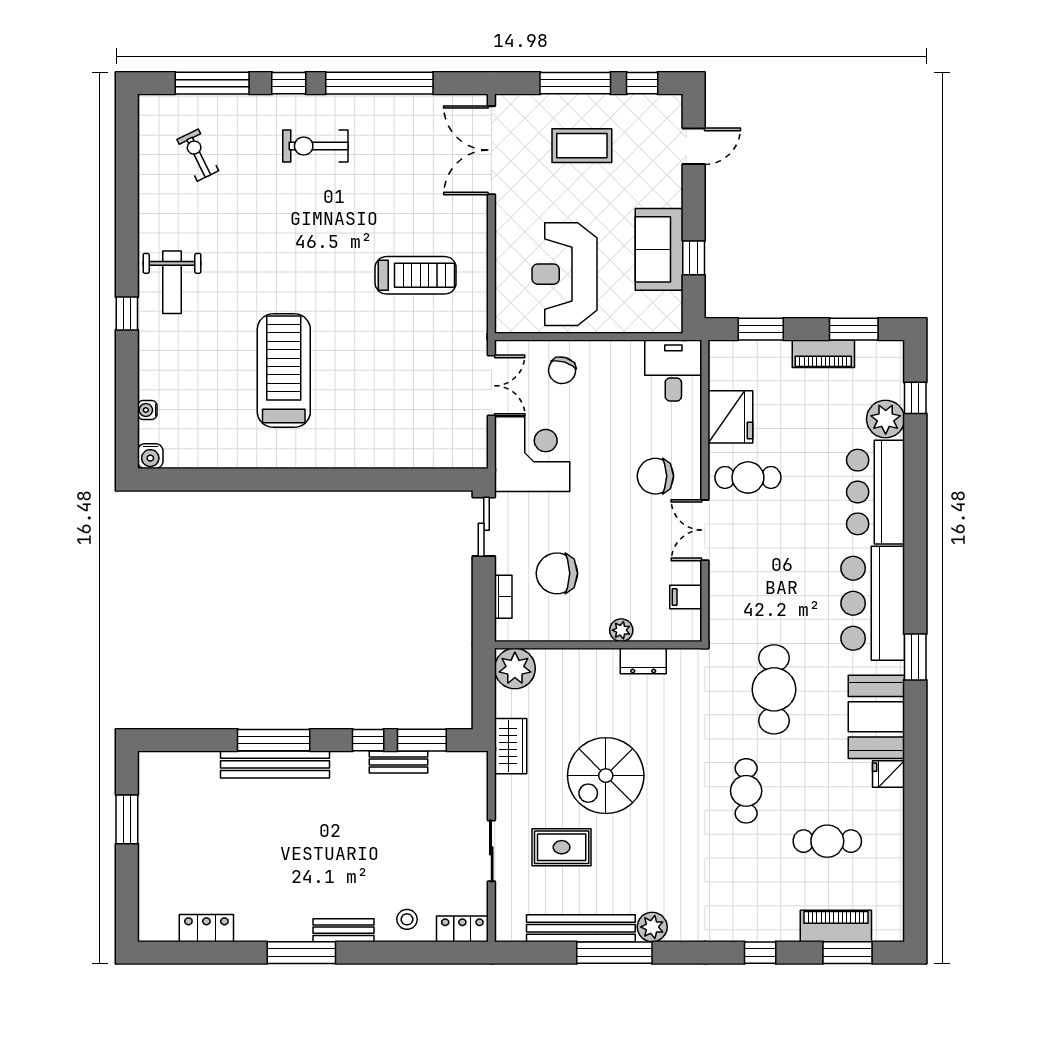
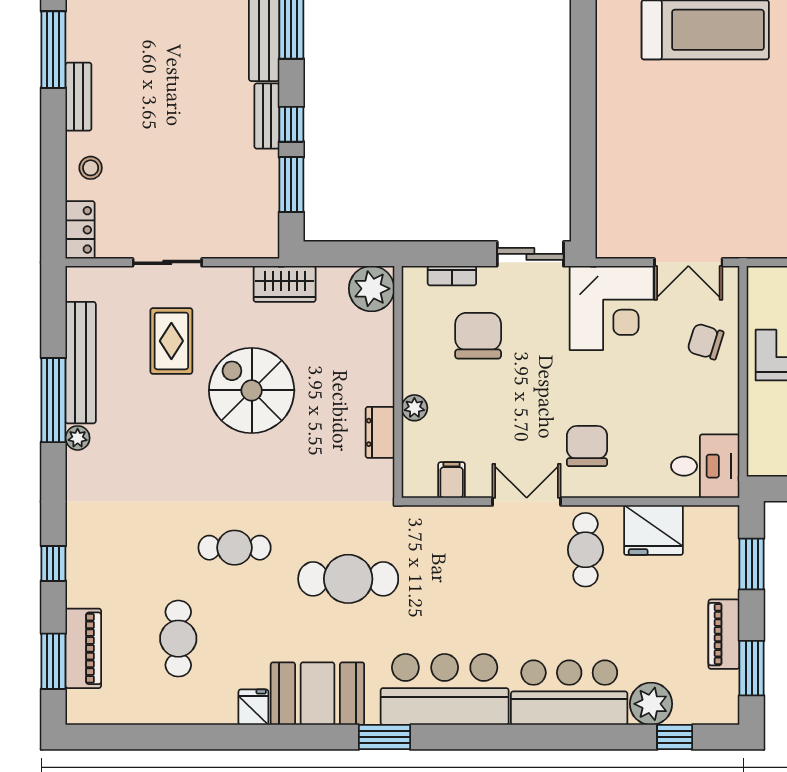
bench: (399, 762) -> (267, 116), moved
plant: (652, 927) -> (78, 438), width x0.73, depth x0.73

